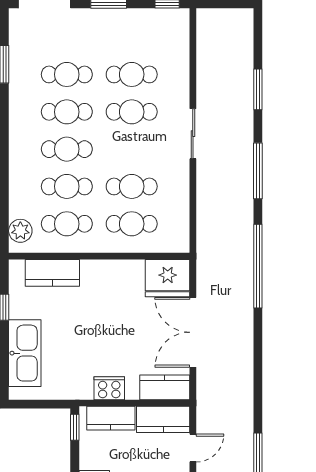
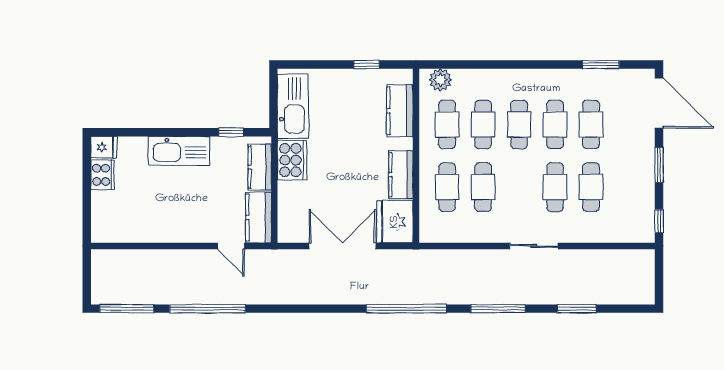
kitchen sink: (25, 353) -> (293, 106), moved, turned -90
kitchen counter: (165, 387) -> (401, 175), moved, turned 180
cooker: (109, 388) -> (292, 160), width x1.37, depth x1.31
window: (75, 427) -> (231, 132), moved

